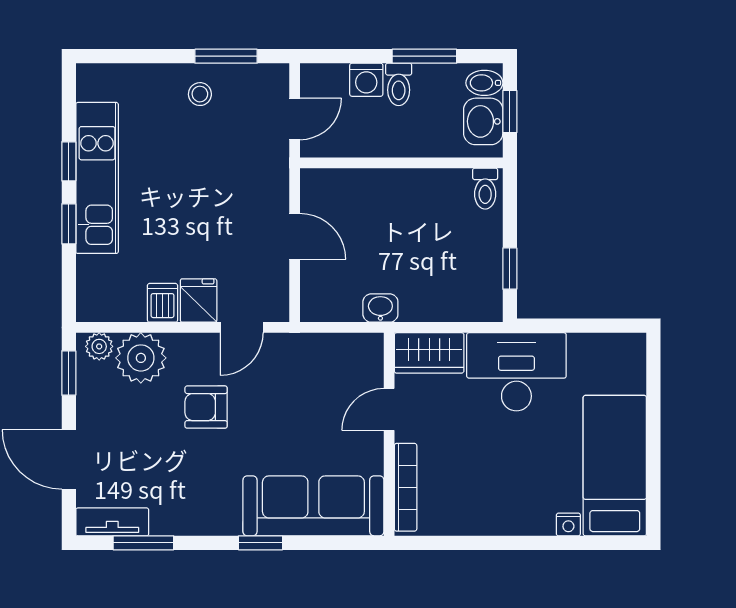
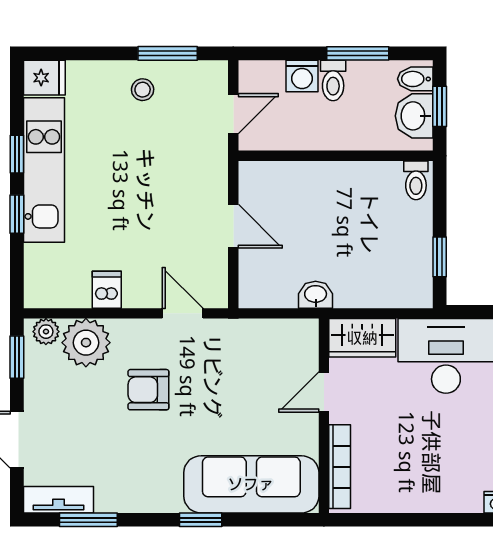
fridge: (199, 300) -> (44, 78), moved, turned 90
door: (242, 327) -> (183, 313), swing flipped

